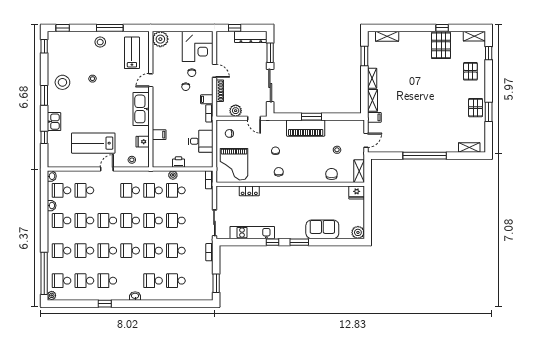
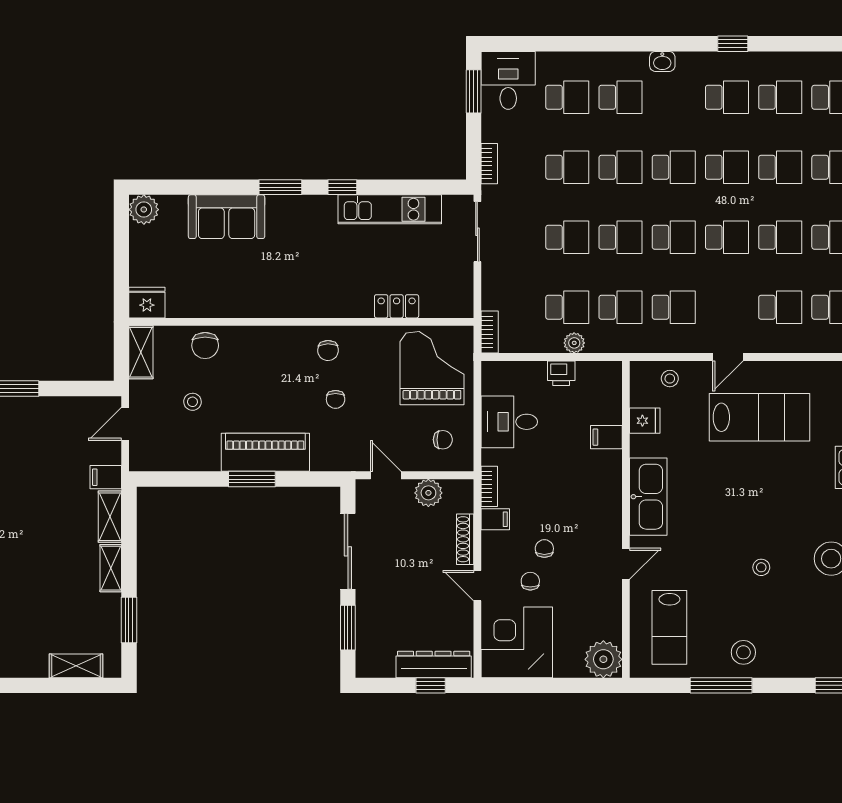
dresser: (251, 37) -> (434, 664), moved
desk: (201, 288) -> (508, 80), added

